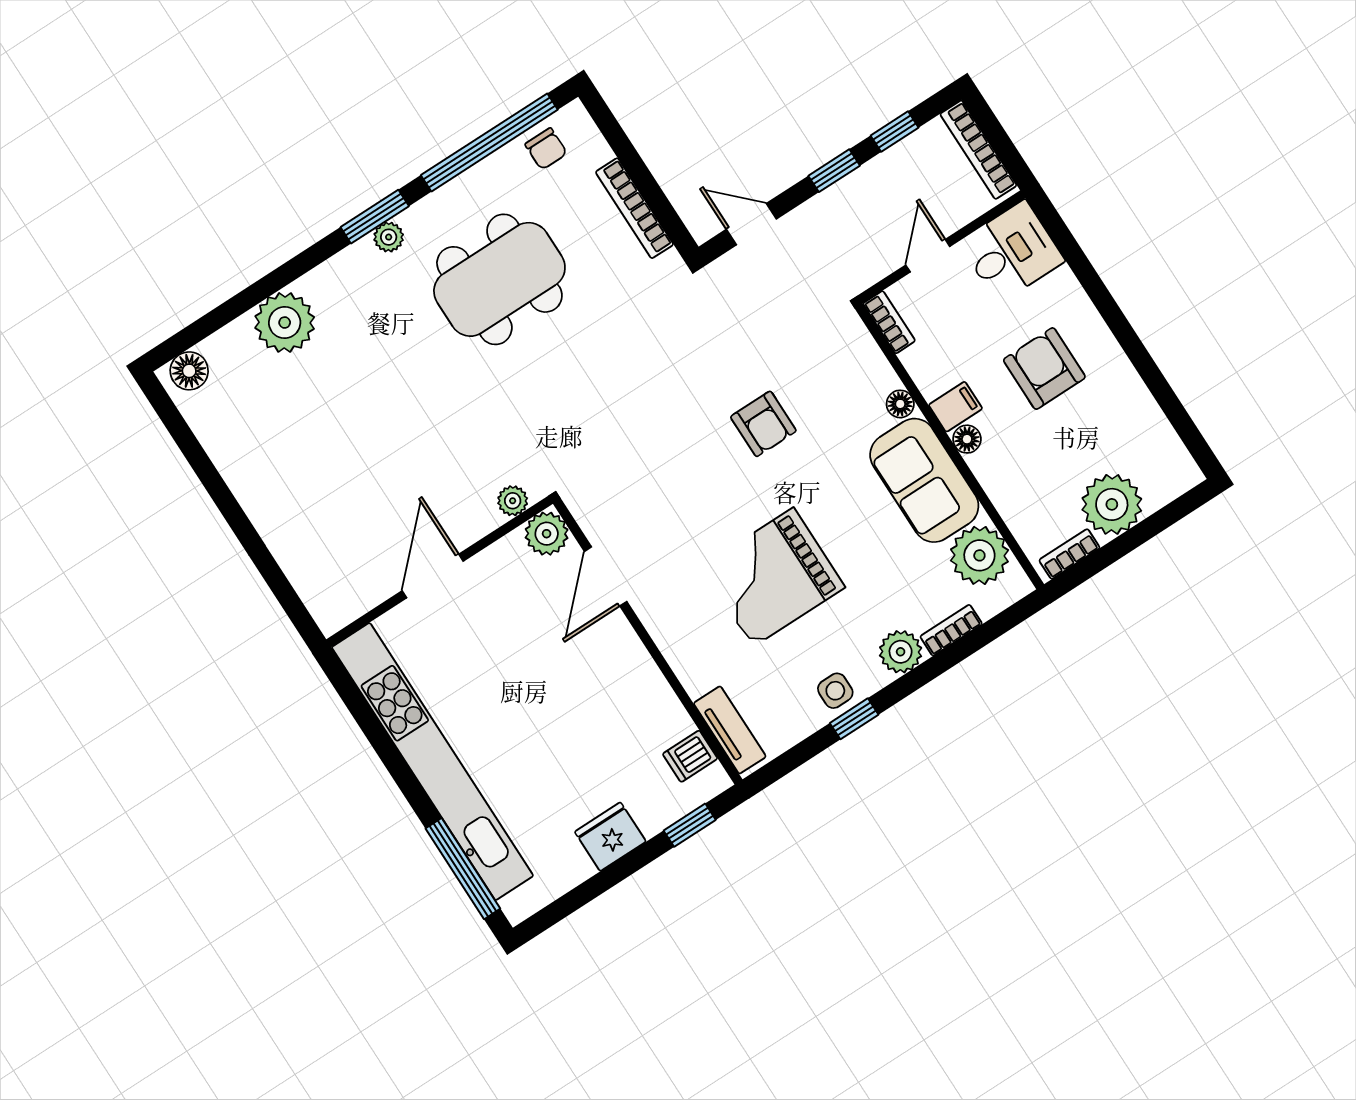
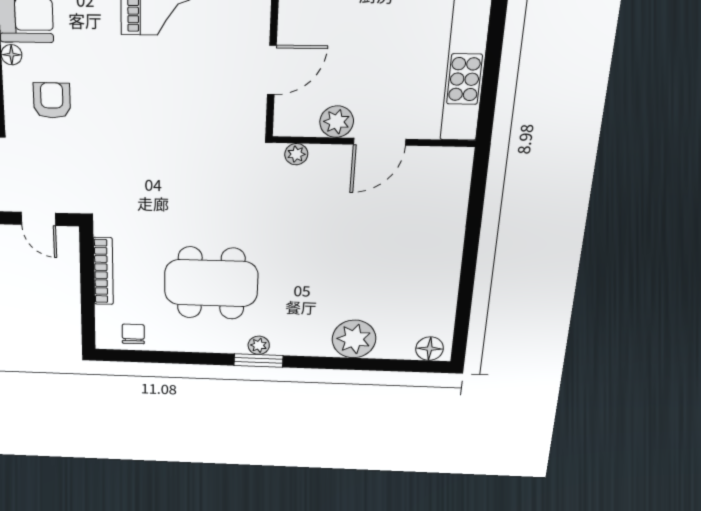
window: (489, 142) -> (164, 357), removed
armchair: (763, 424) -> (52, 100), moved
plant: (547, 534) -> (337, 122), moved

